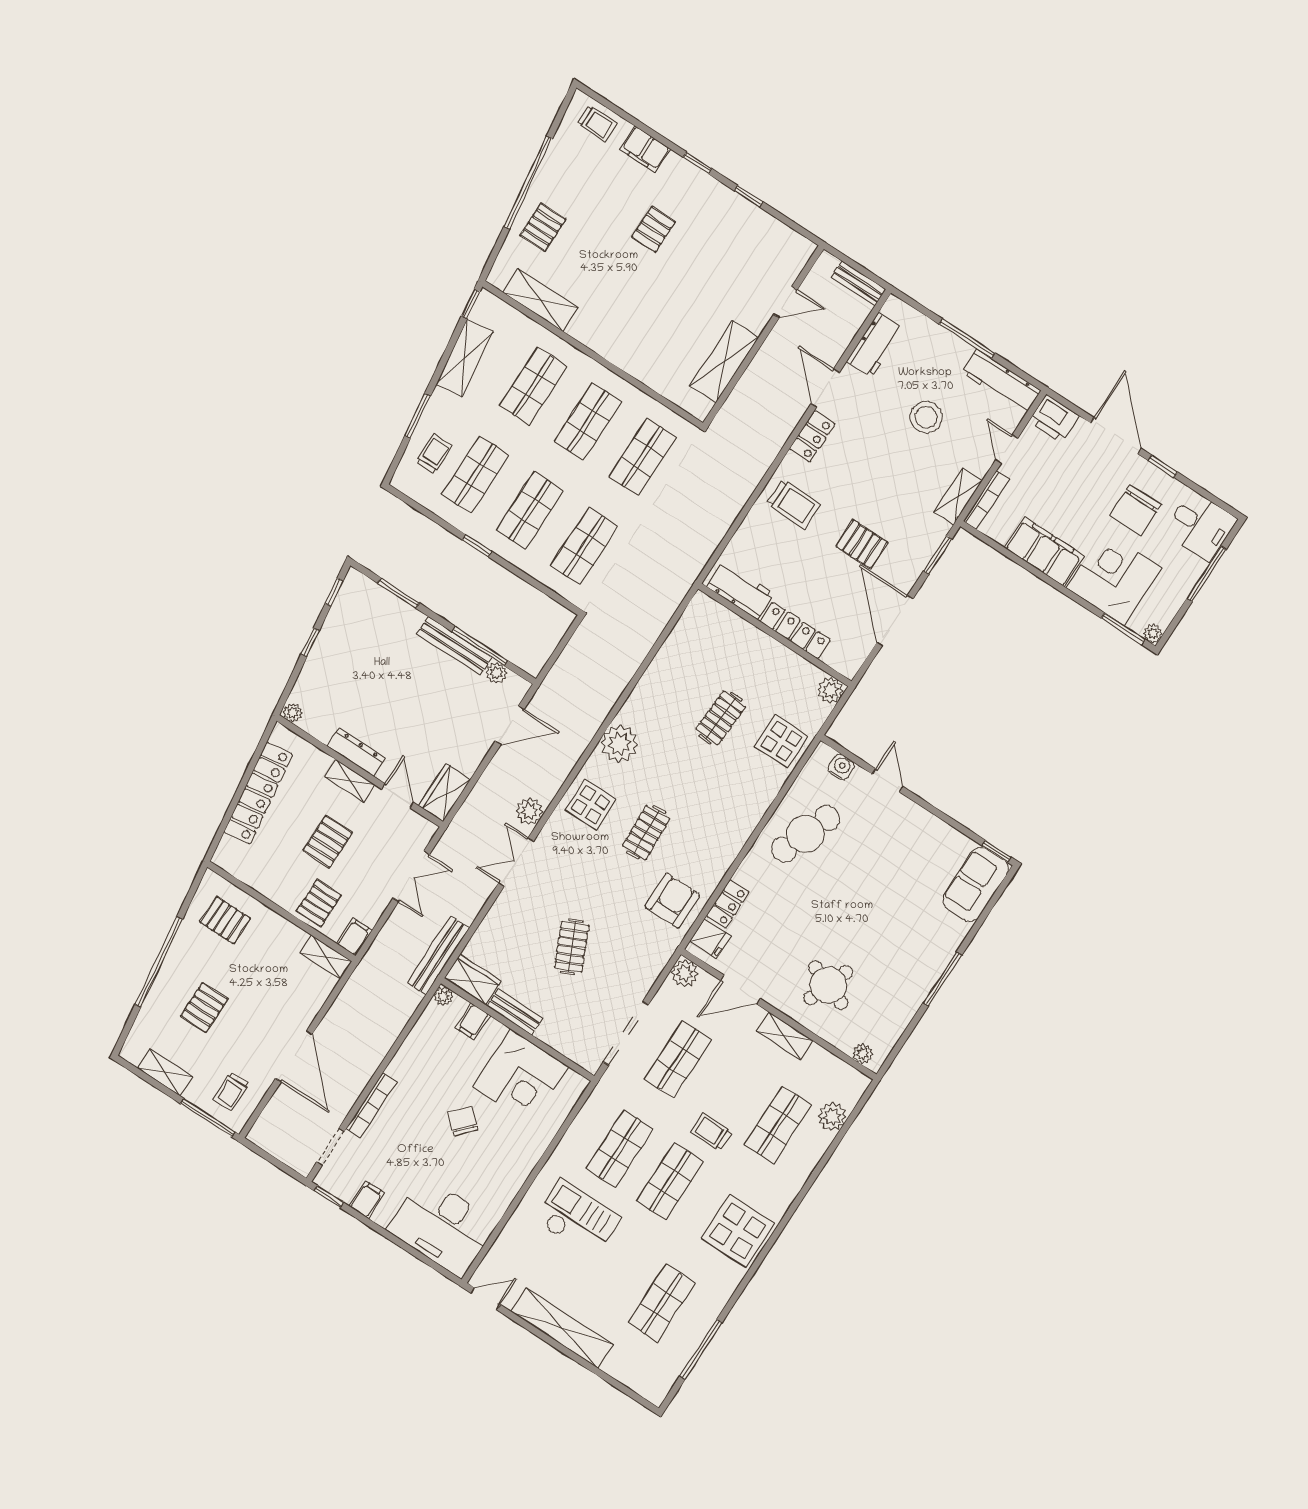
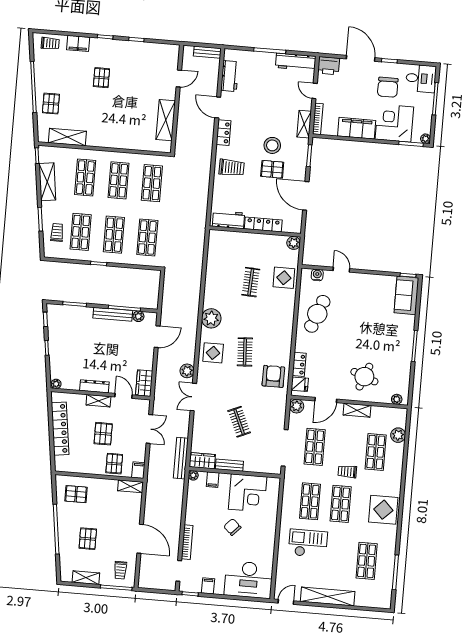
stool: (926, 417) -> (272, 145), moved

